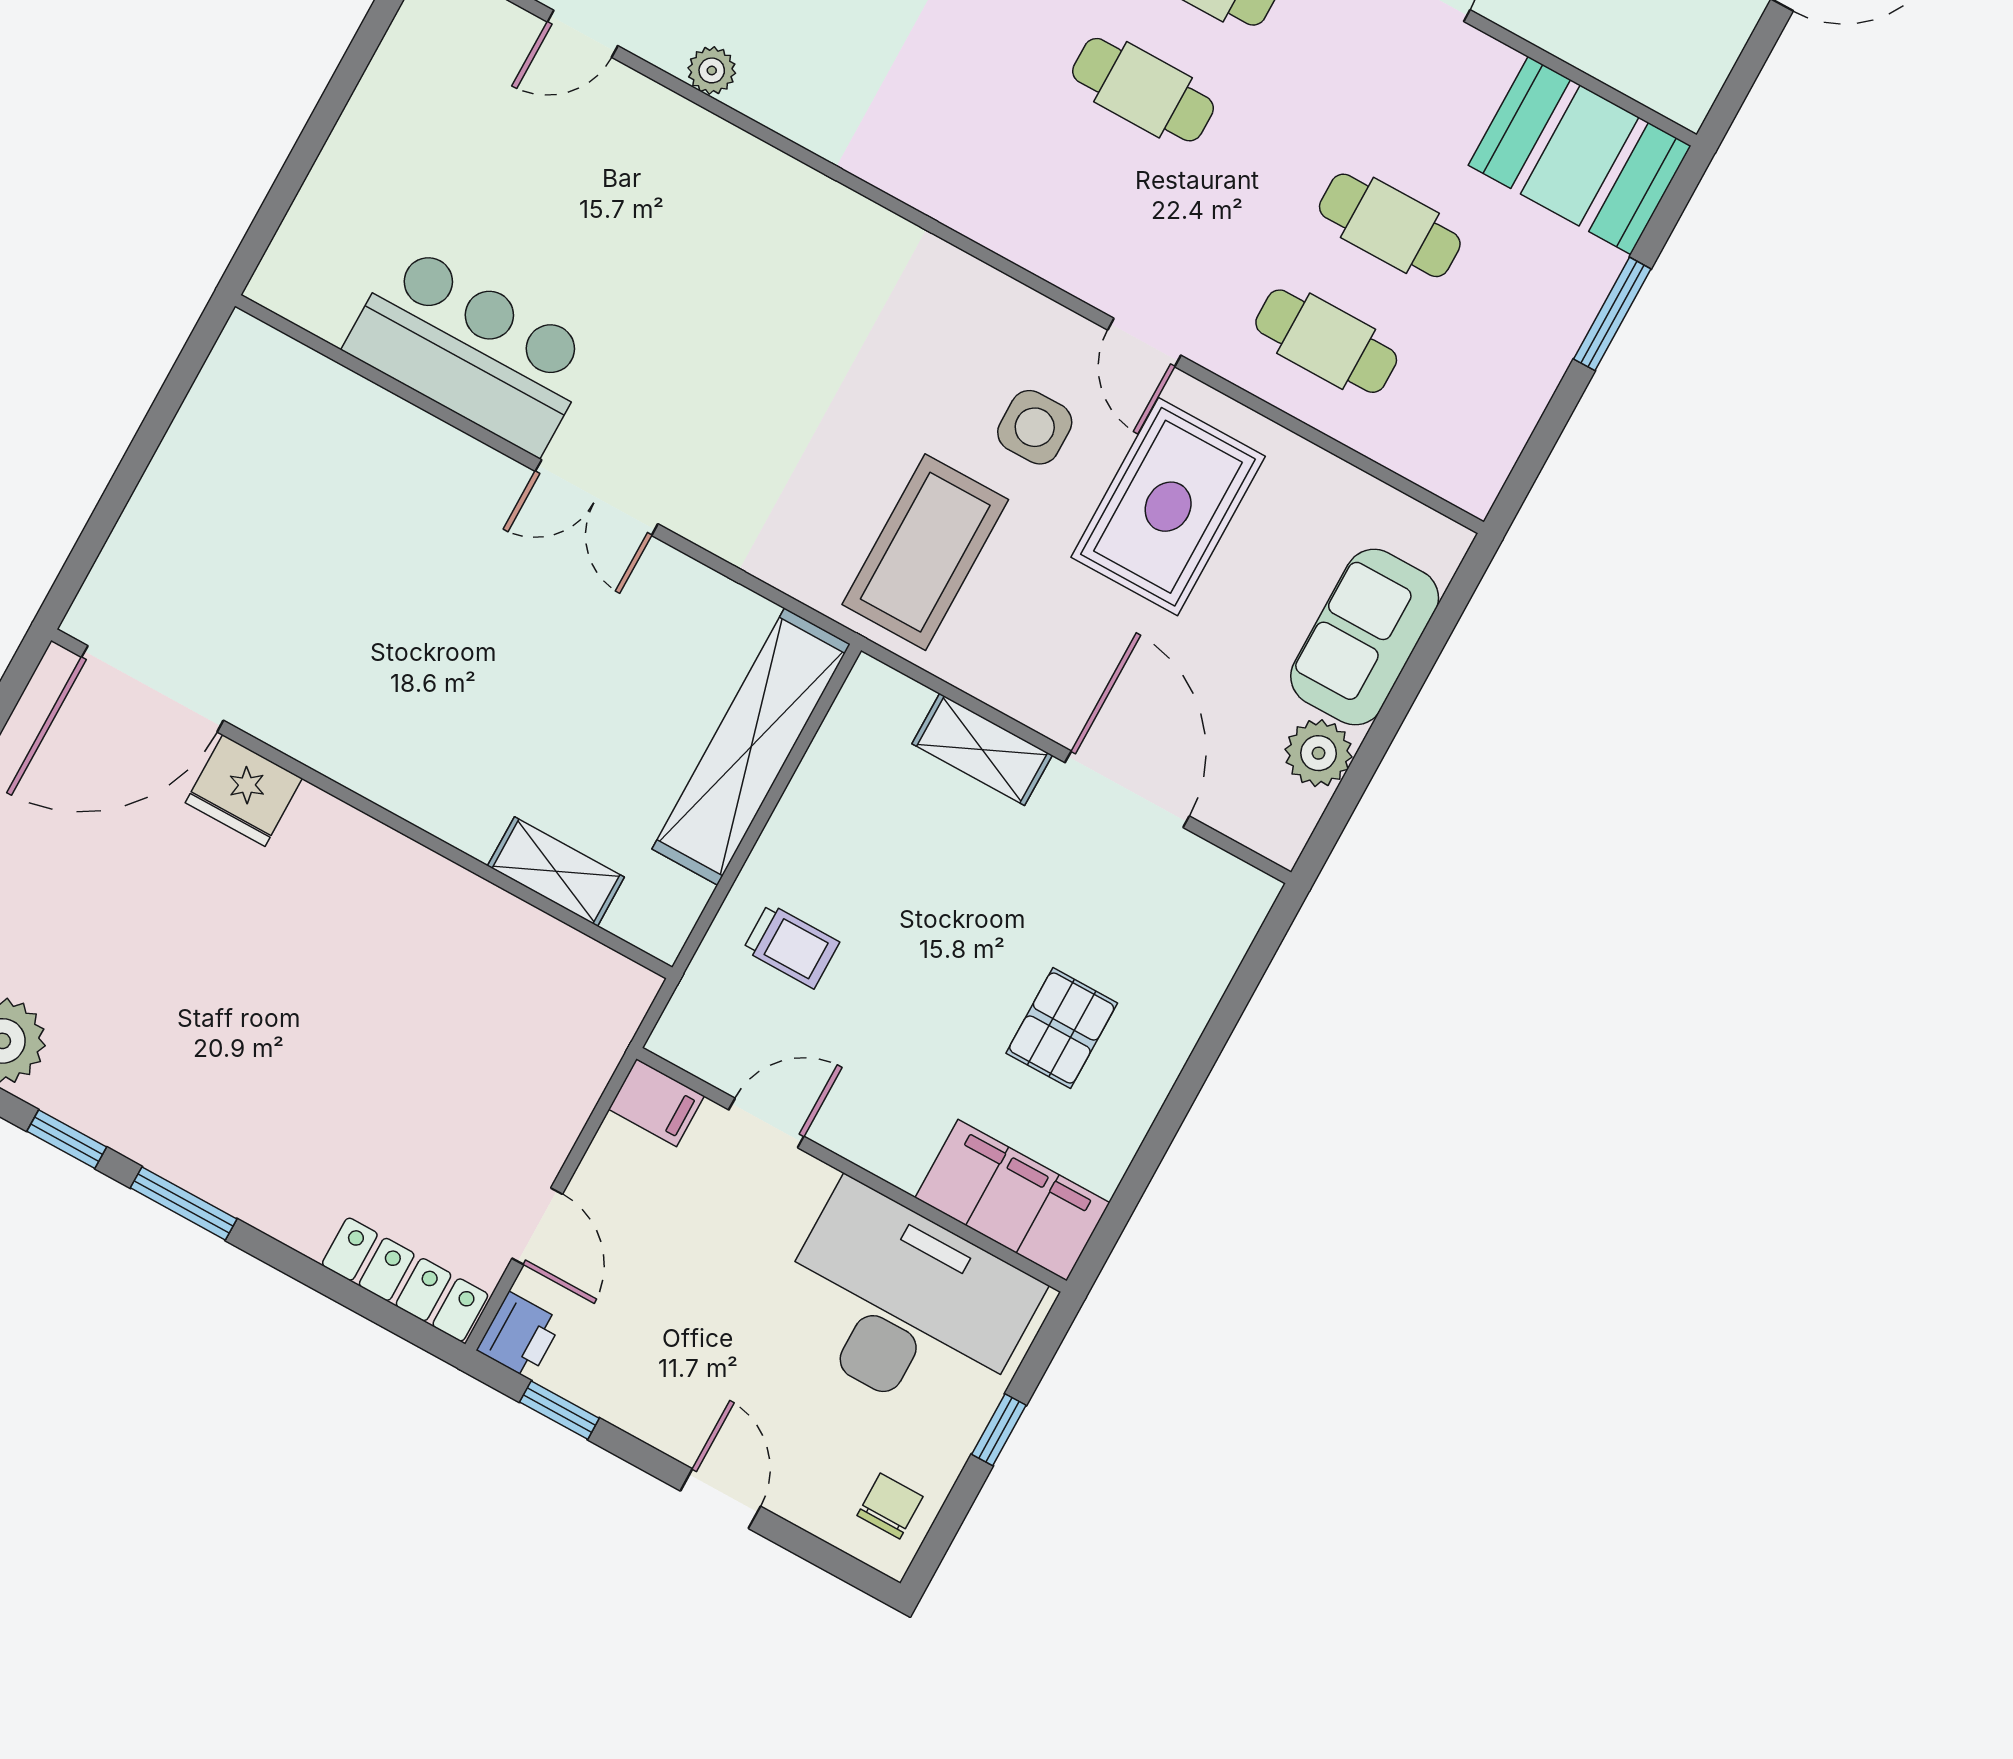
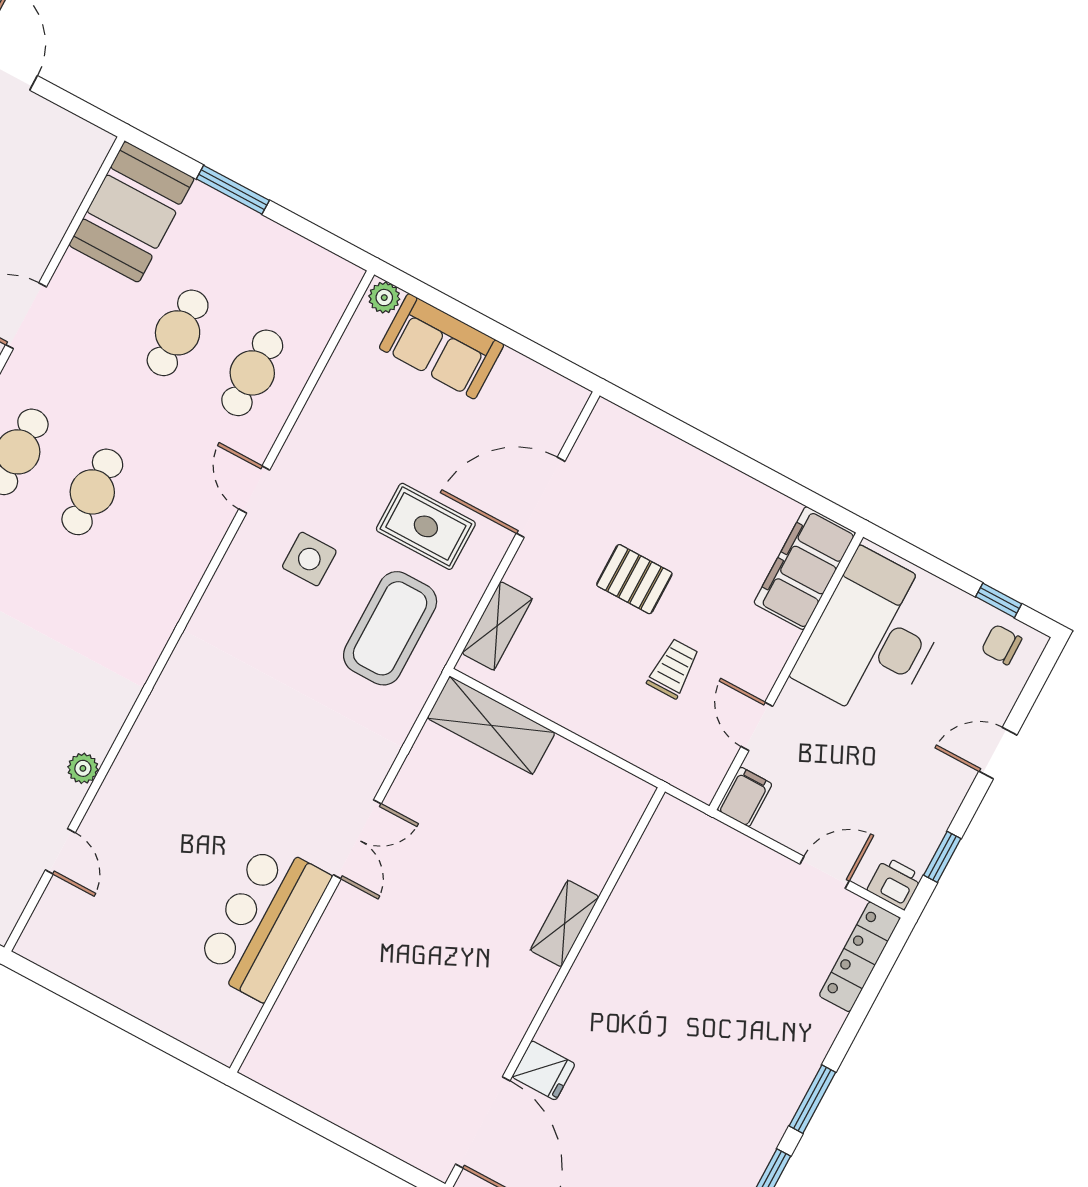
door: (1144, 343) -> (254, 489), swing flipped
rug: (1168, 507) -> (426, 526), moved, width x0.73, depth x0.70
coffee table: (925, 552) -> (390, 628), turned 90
shelving: (751, 747) -> (491, 725), width x0.68
shelving: (982, 749) -> (497, 626), moved
plant: (1319, 753) -> (384, 298), moved, width x0.73, depth x0.73
fridge: (244, 791) -> (544, 1070), width x0.72
shelving: (556, 871) -> (565, 923), moved
trolley: (791, 946) -> (673, 669), moved
pallet: (1062, 1028) -> (634, 579), moved
window: (999, 1430) -> (999, 600), moved

